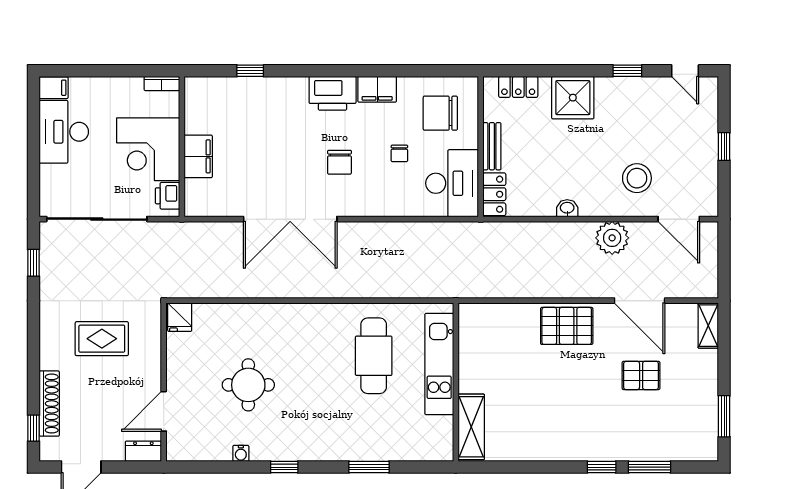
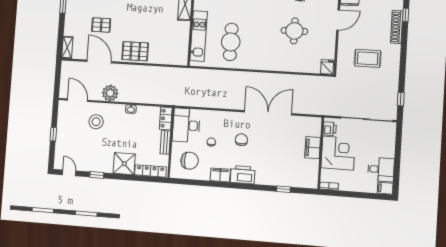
locker: (518, 87) -> (150, 171), width x1.53
desk: (64, 132) -> (381, 170), width x0.73

